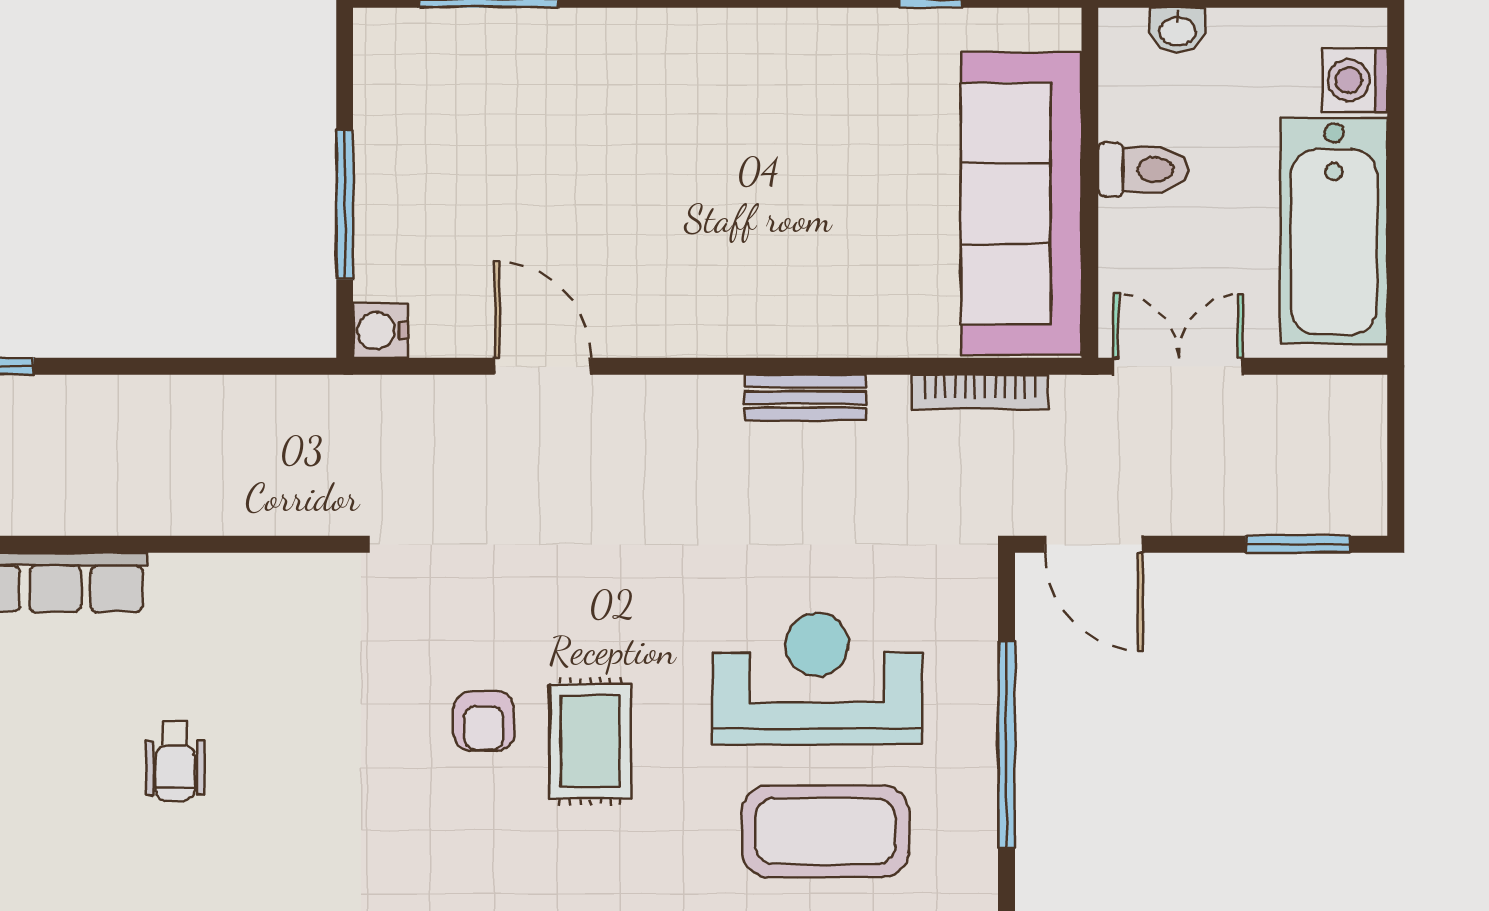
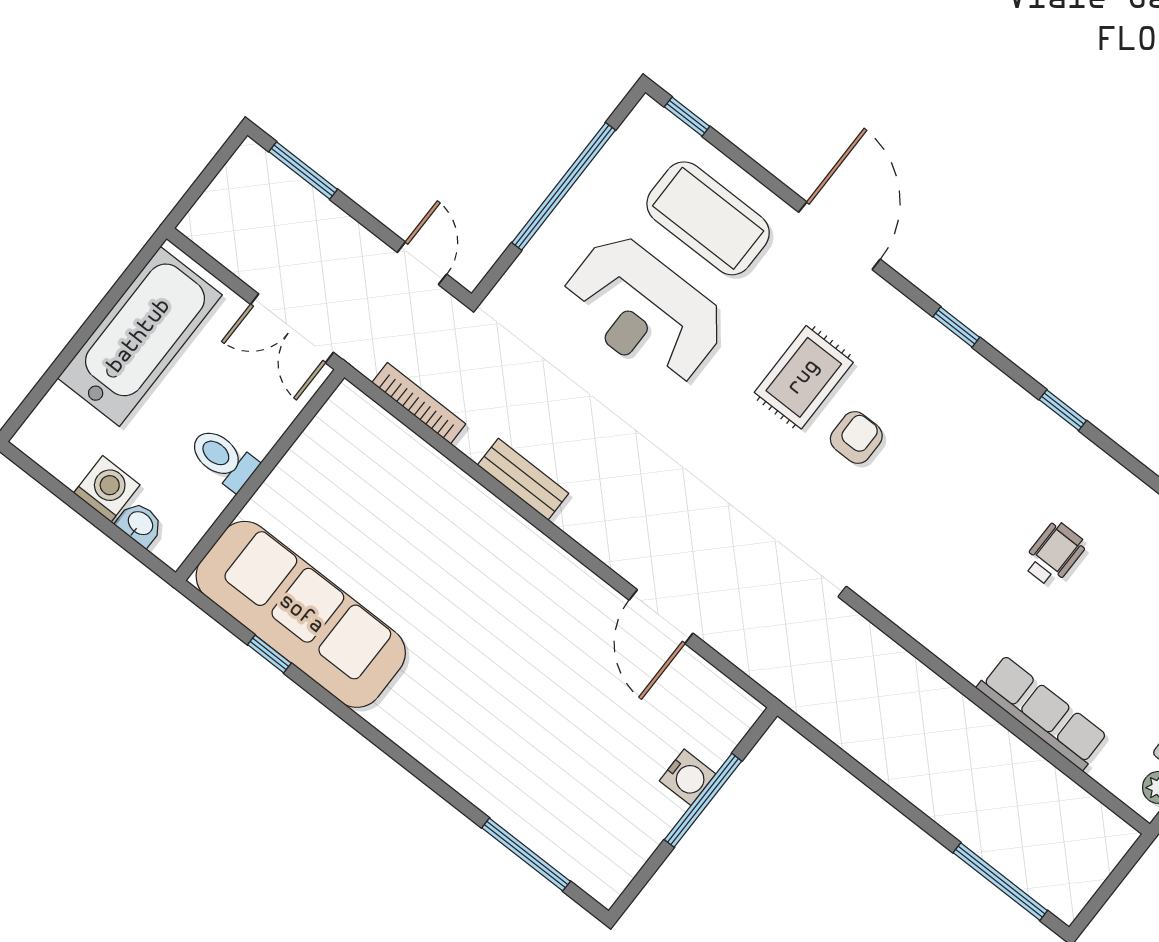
washing machine: (1355, 80) -> (107, 489), moved, turned -90
sofa: (1021, 204) -> (301, 614), moved, turned -90
water cooler: (380, 330) -> (688, 777), moved
door: (1094, 544) -> (422, 263), width x0.73

